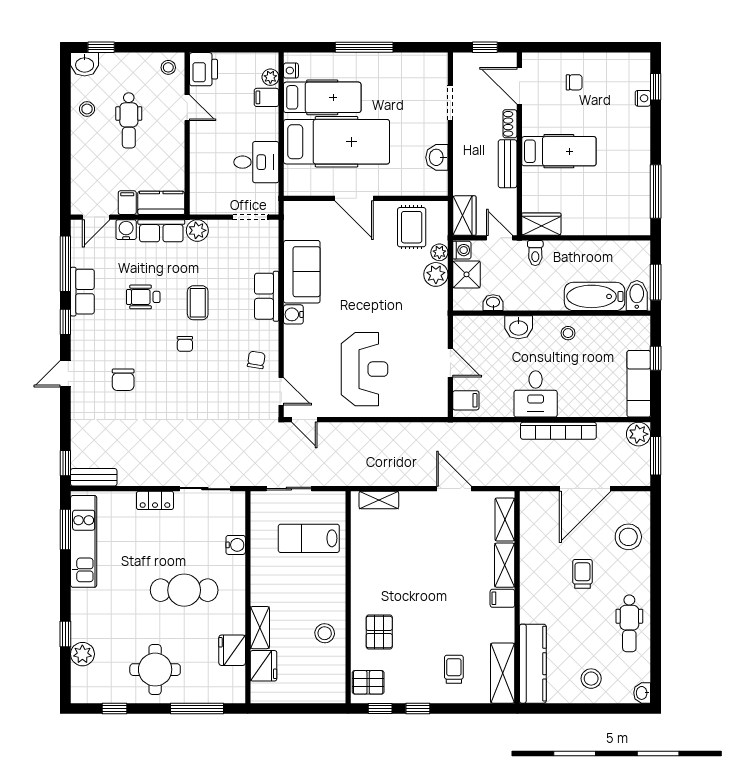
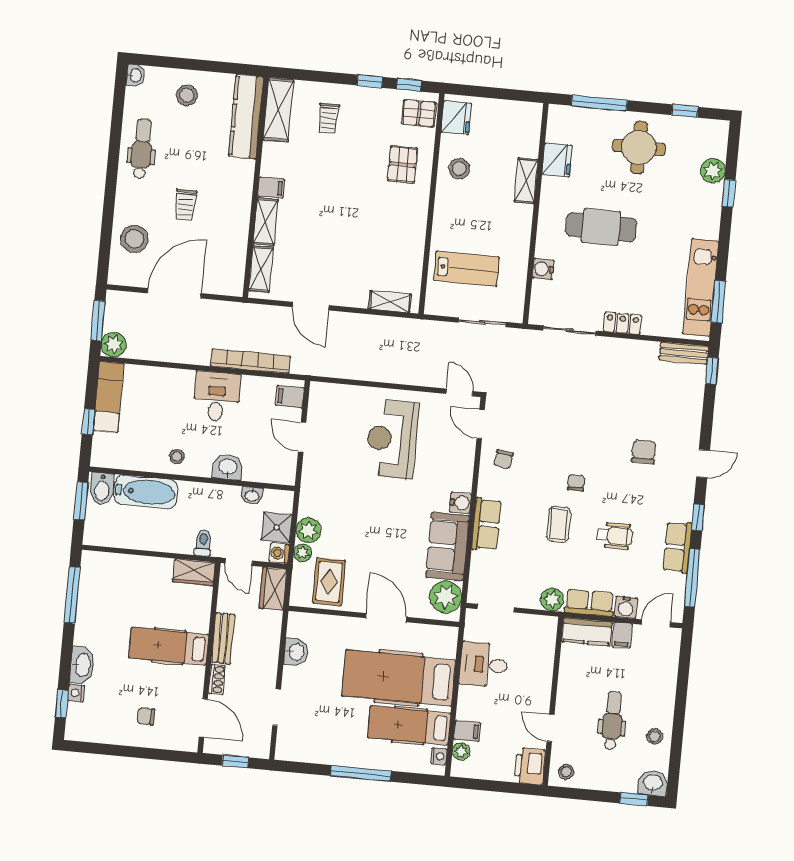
washbasin: (640, 126) -> (82, 665), added
plant: (299, 223) -> (446, 597), added
bookcase: (558, 431) -> (250, 361), moved
fridge: (264, 666) -> (456, 118), moved, turned 180

